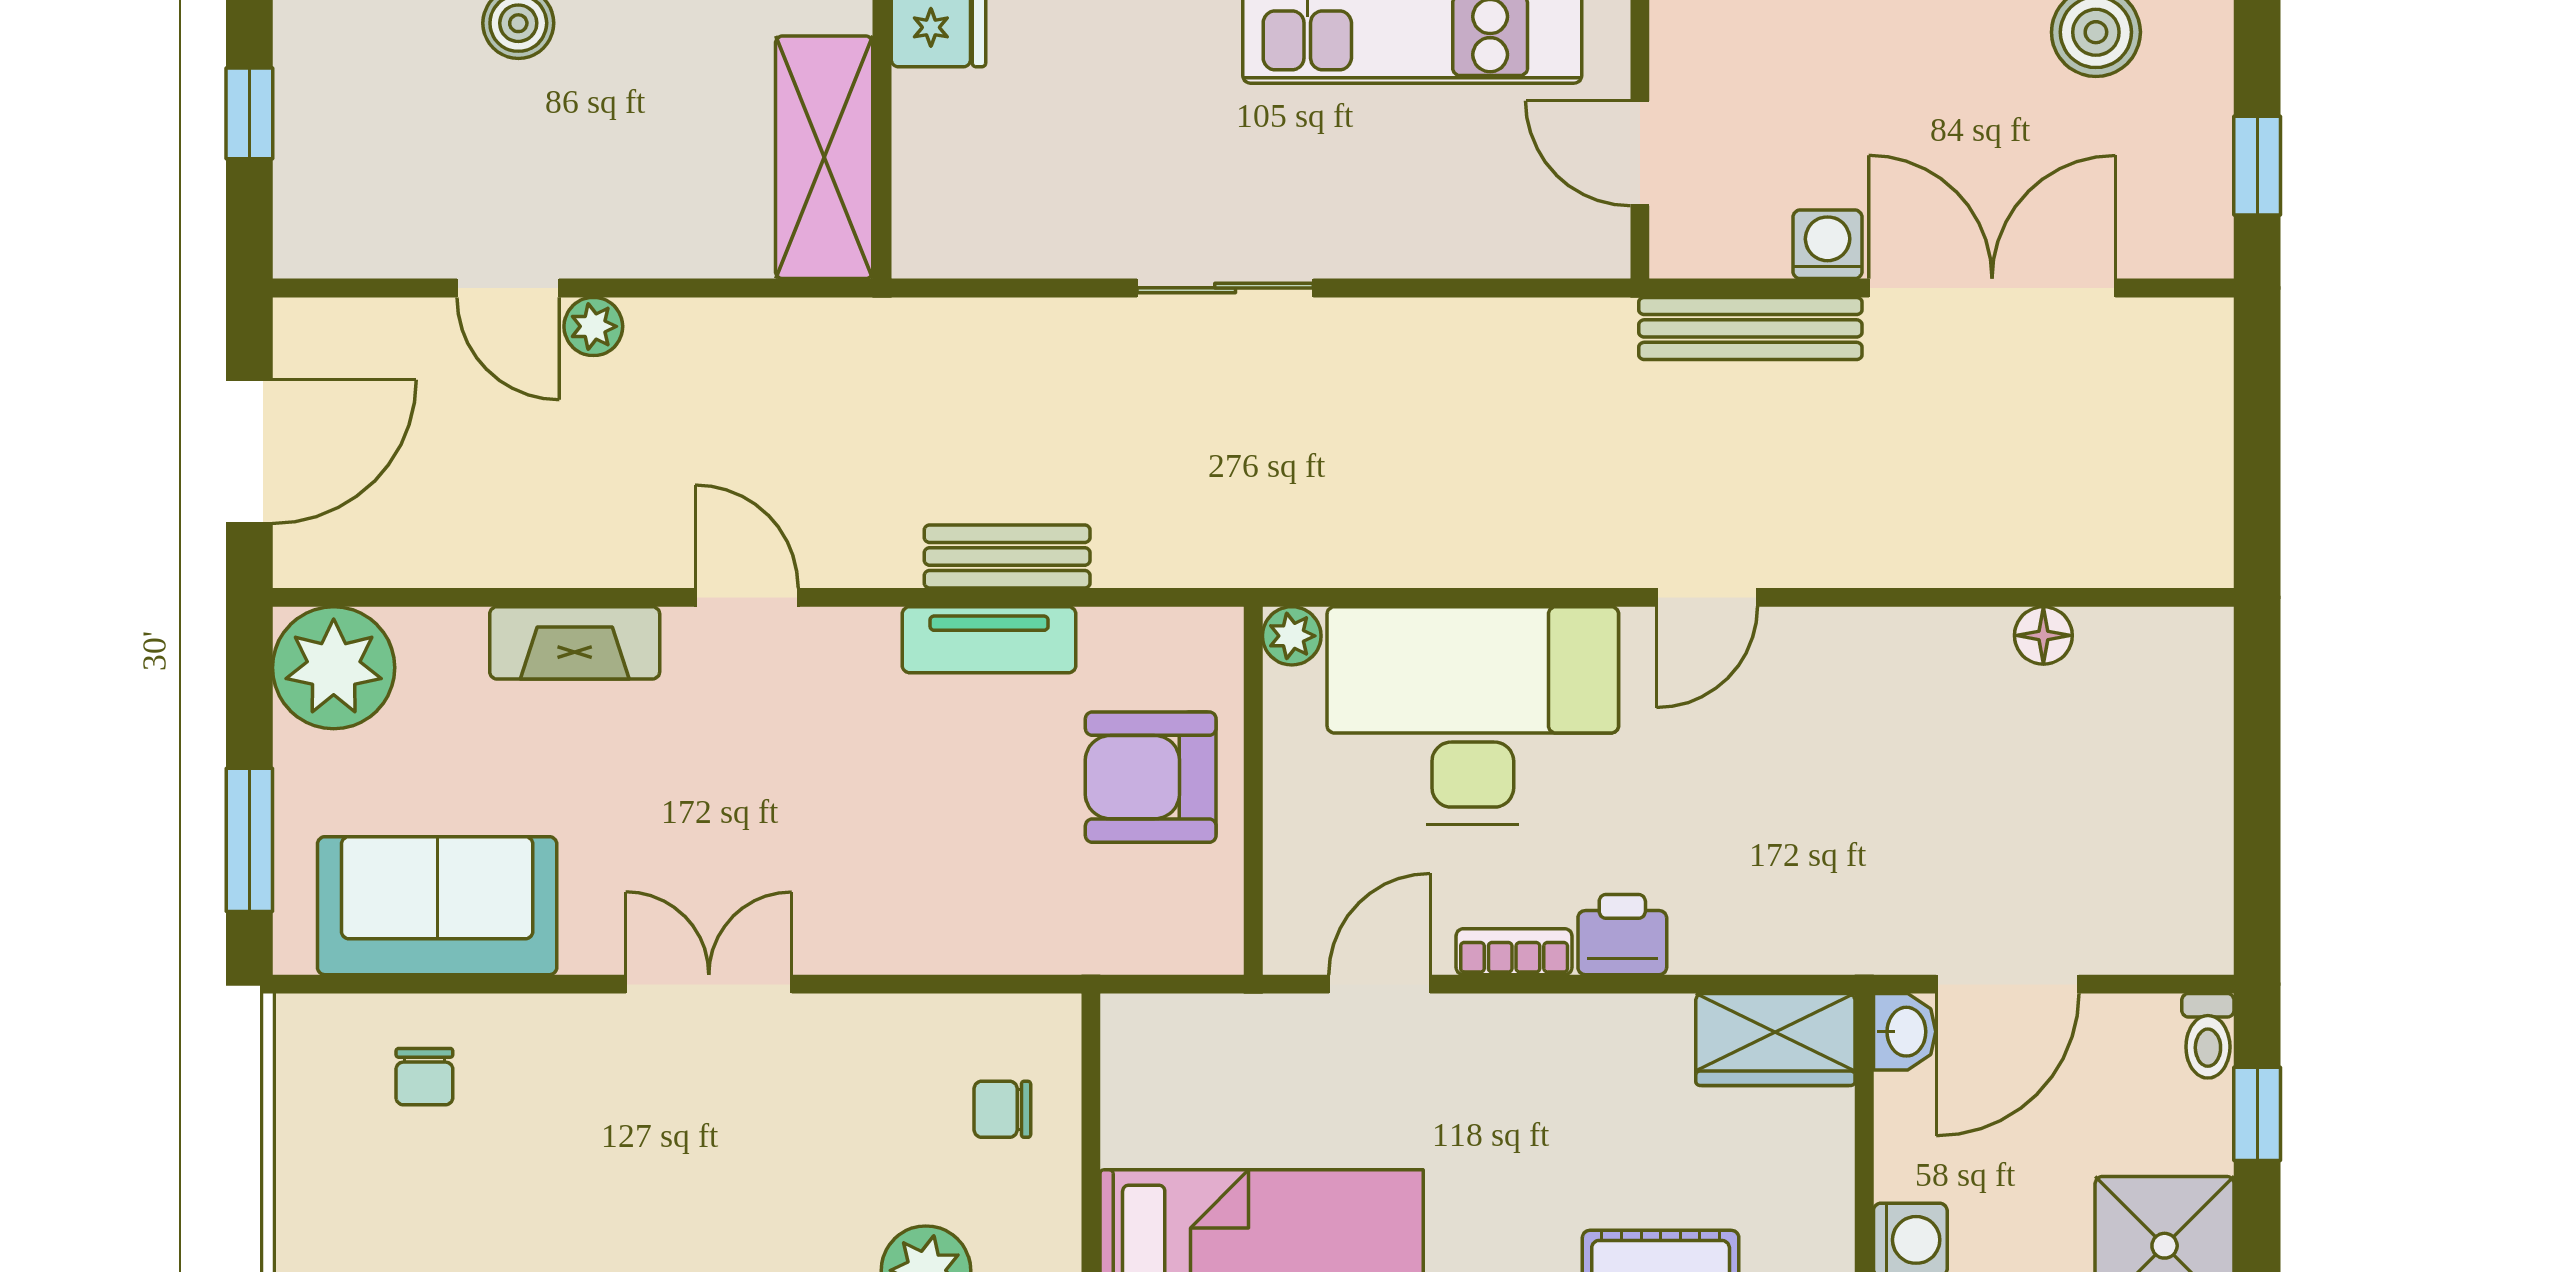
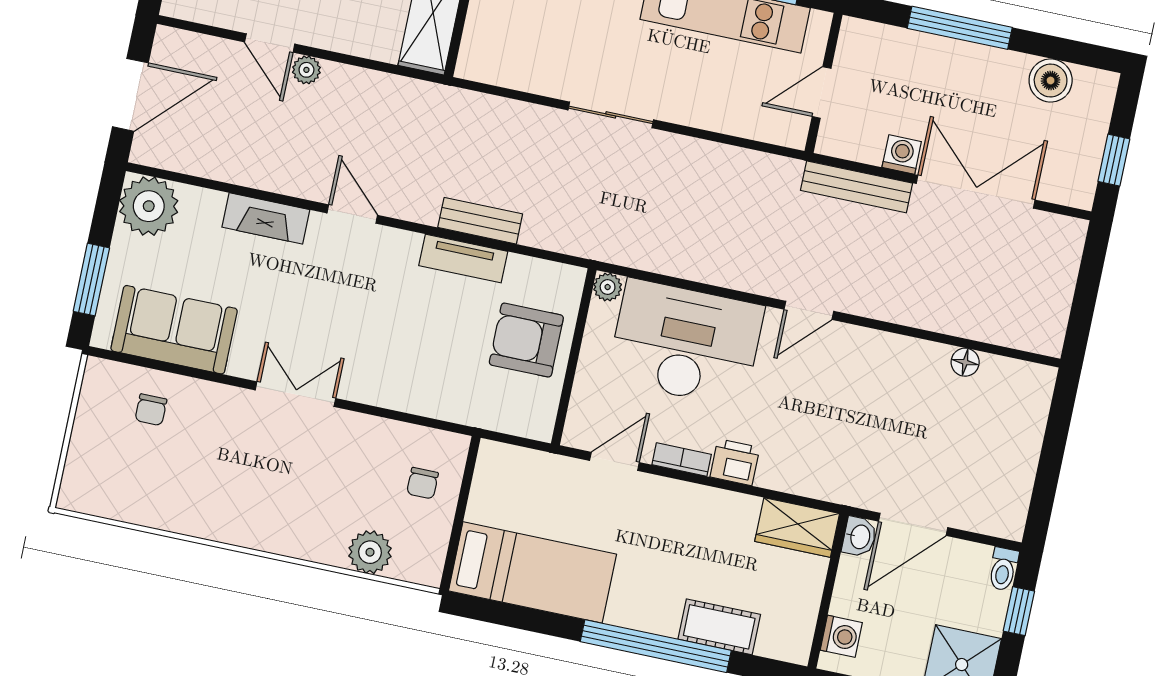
door: (1640, 153) -> (822, 92), hinge flipped
chair: (1002, 1109) -> (423, 483), turned -90

